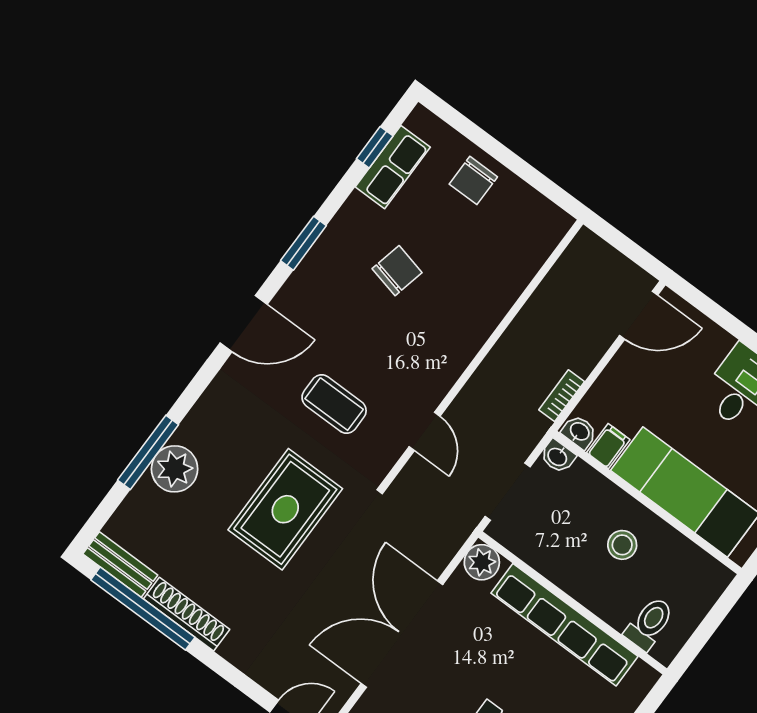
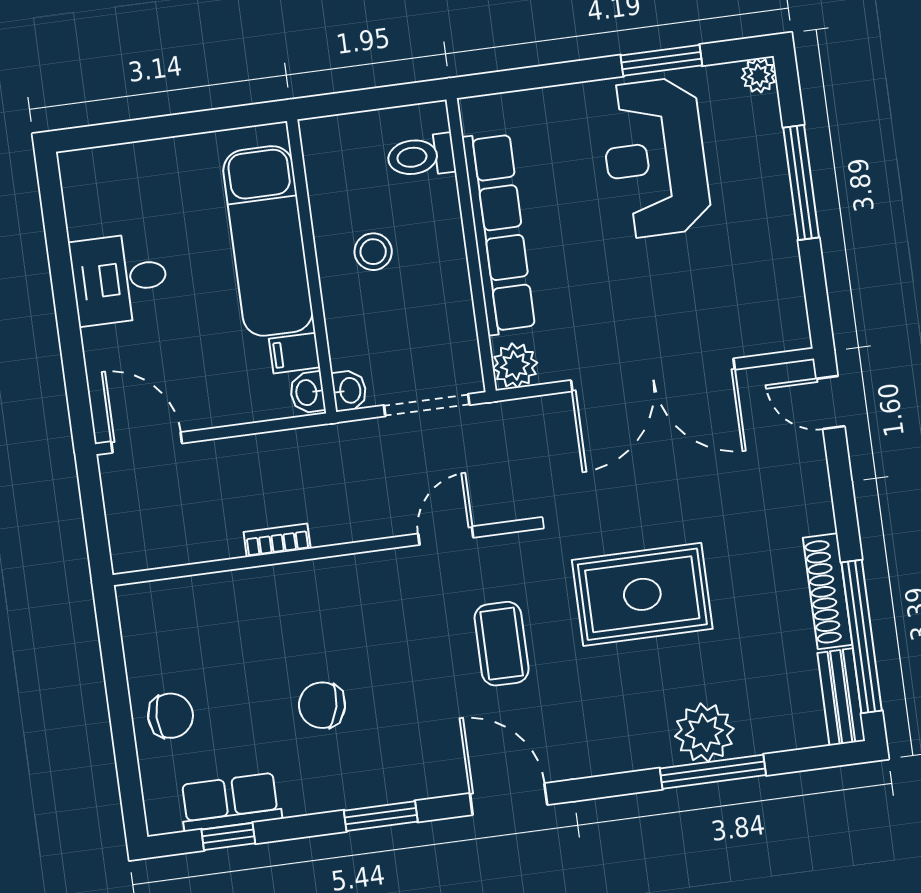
bookcase: (562, 396) -> (277, 540), moved, turned 180

